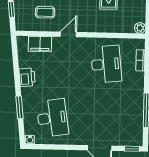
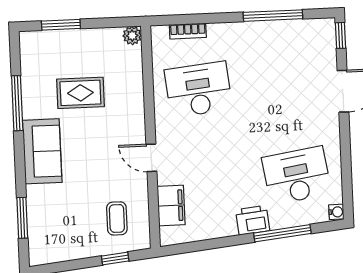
coffee table: (45, 12) -> (117, 218), moved
printer: (27, 77) -> (253, 220), moved
window: (20, 107) -> (282, 233), width x1.44

